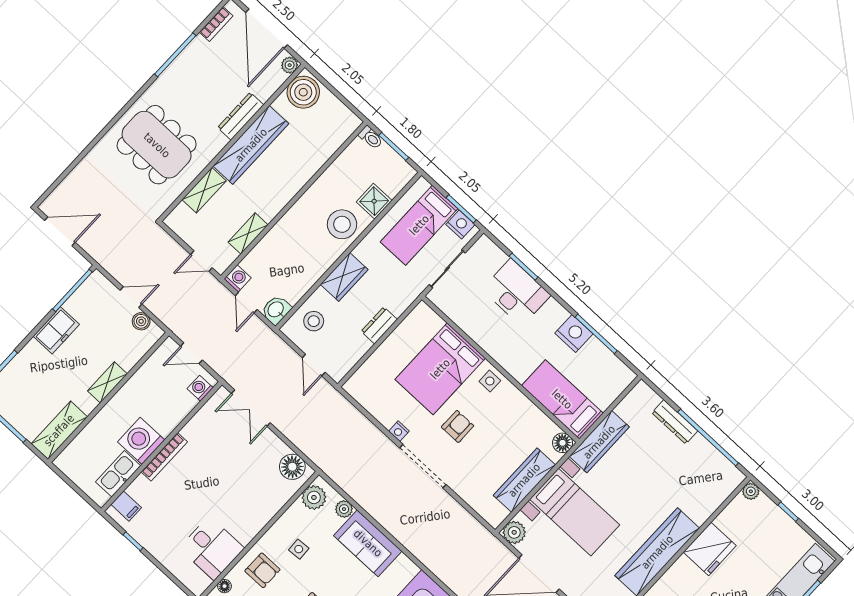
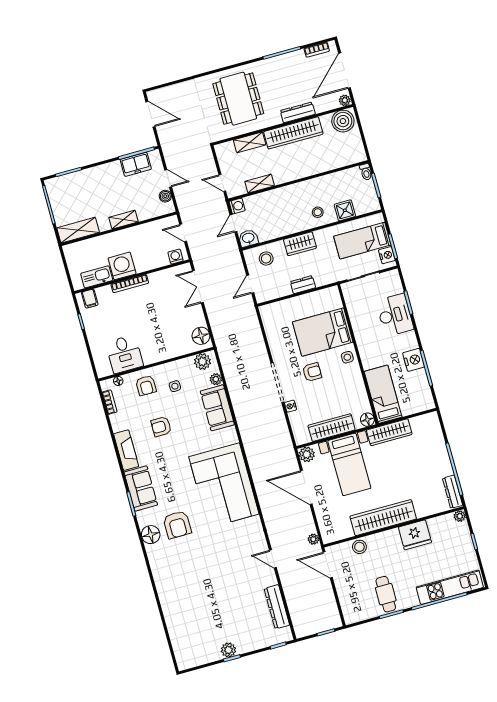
stool: (342, 224) -> (318, 212), width x0.53, depth x0.53
freezer: (56, 330) -> (136, 164), moved
dresser: (675, 422) -> (453, 492), moved
nightstand: (399, 431) -> (290, 406), moved

